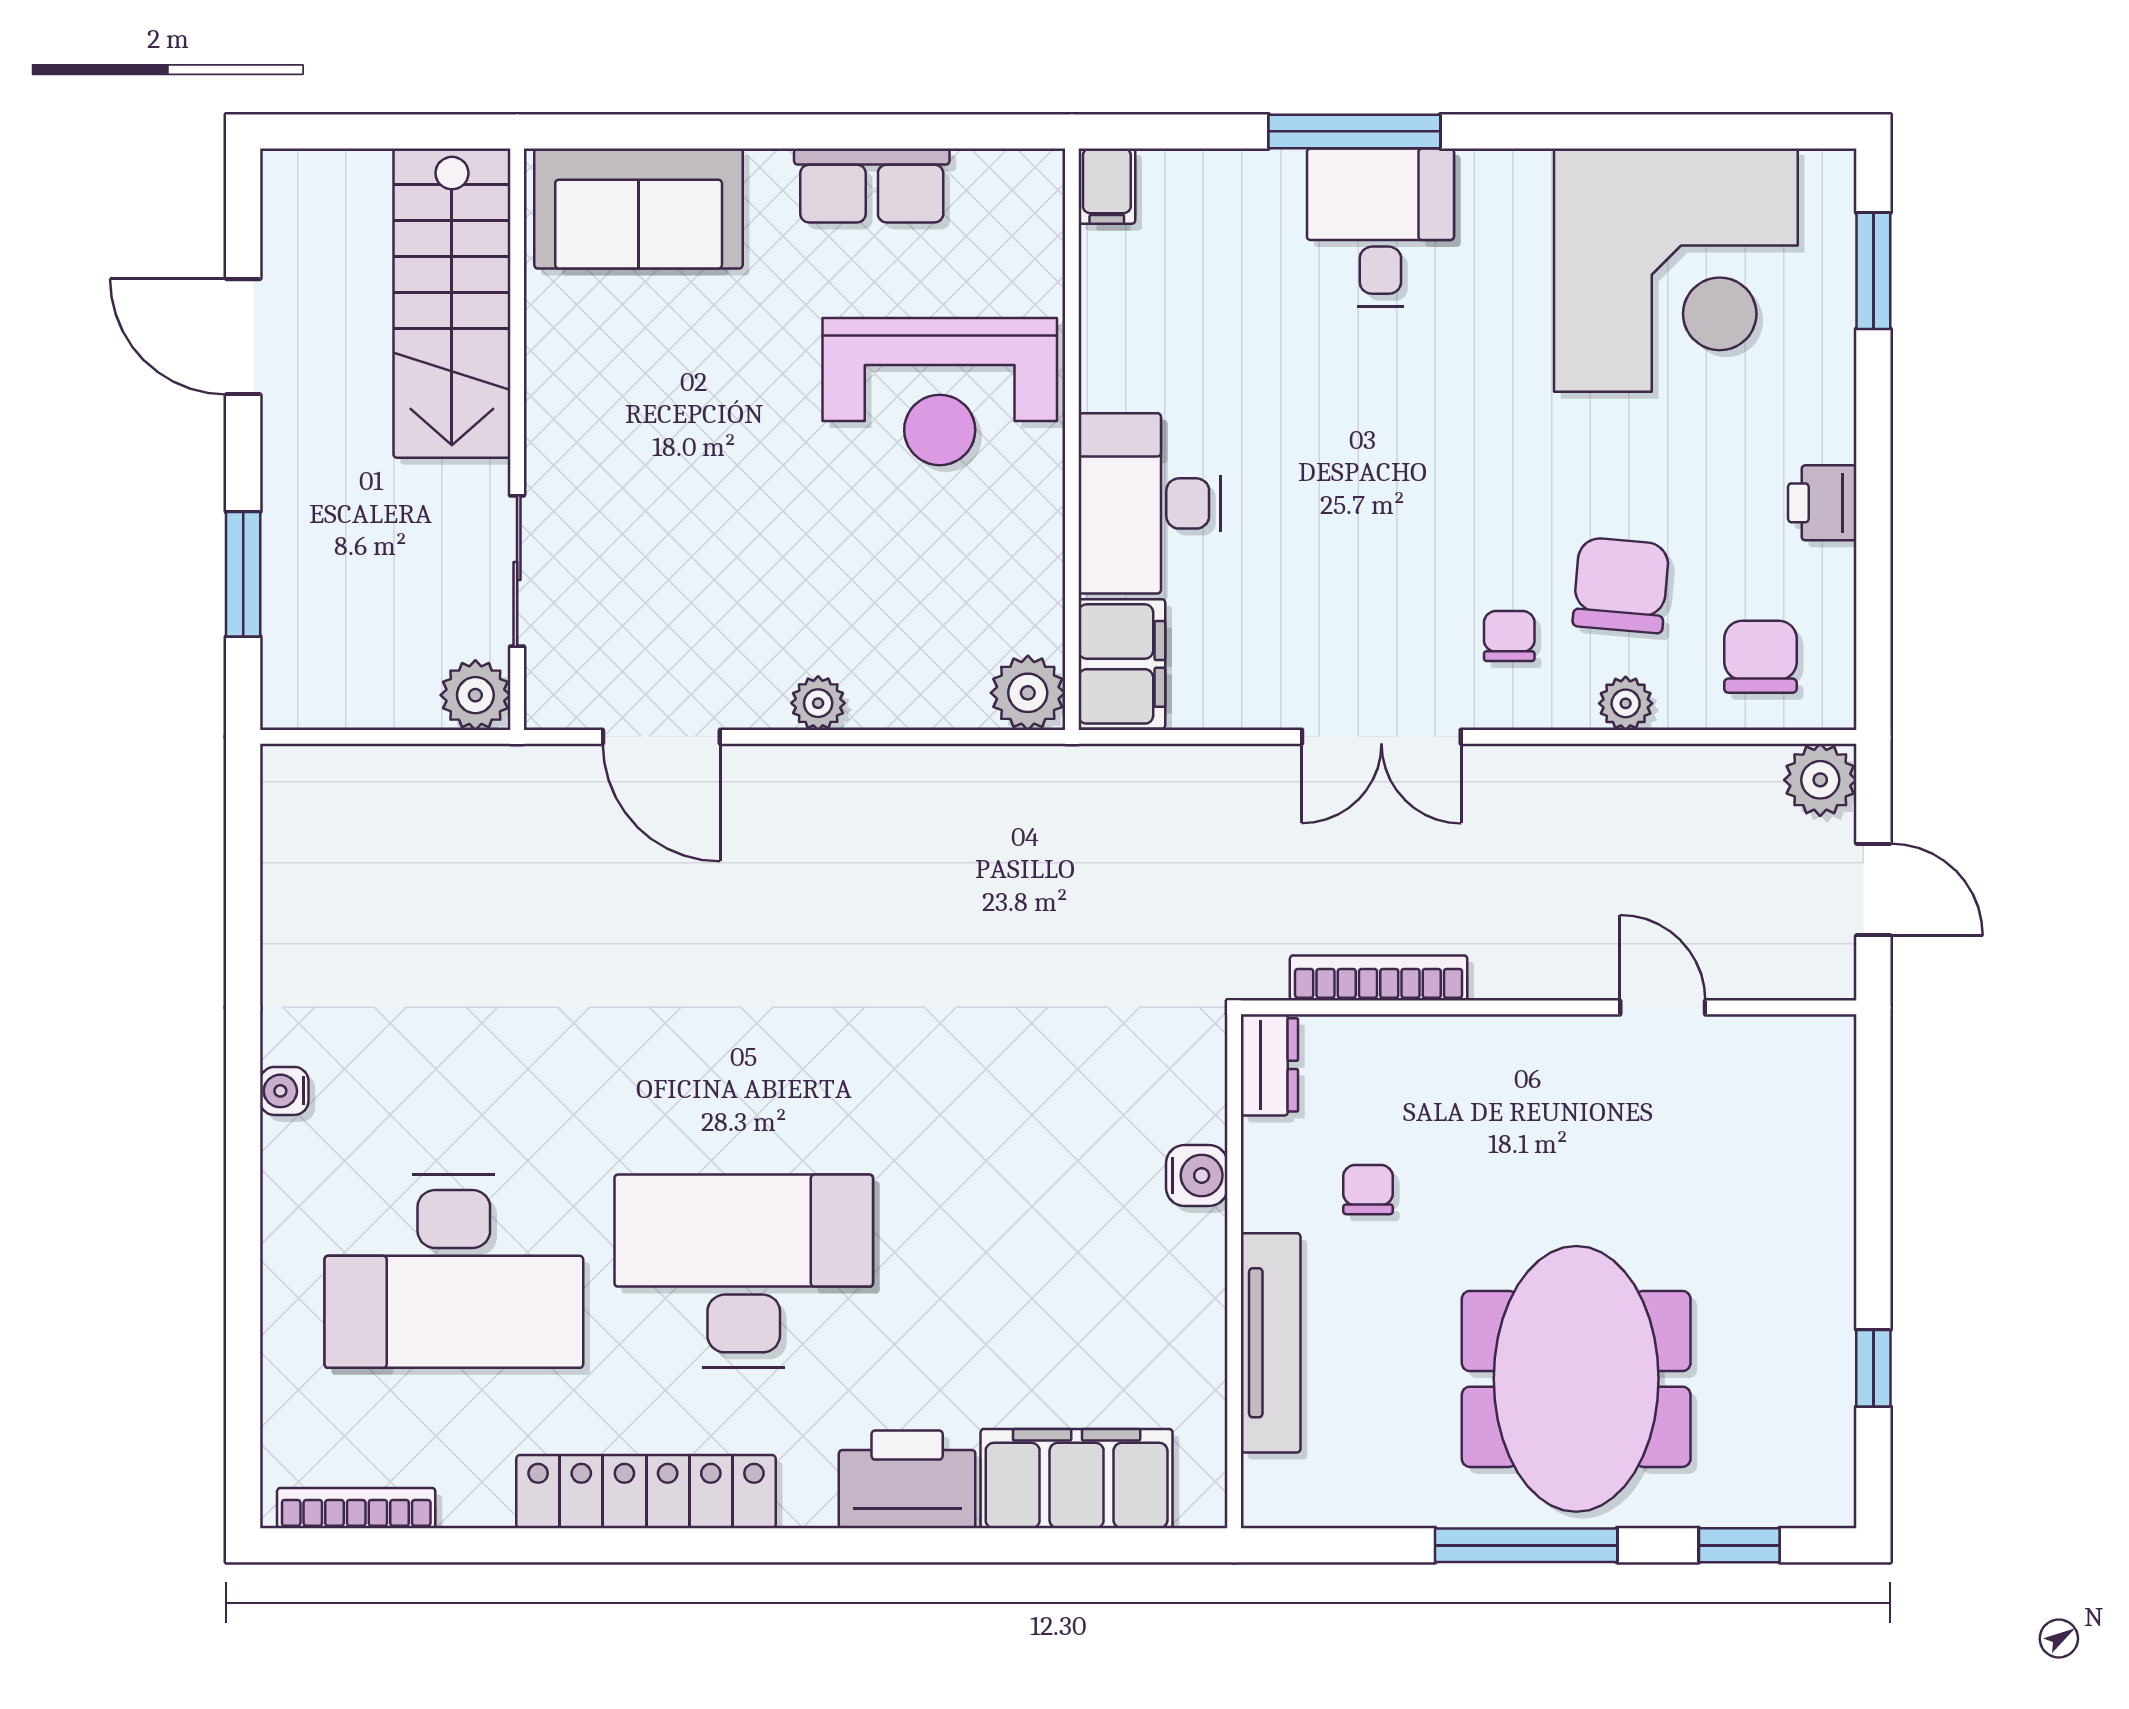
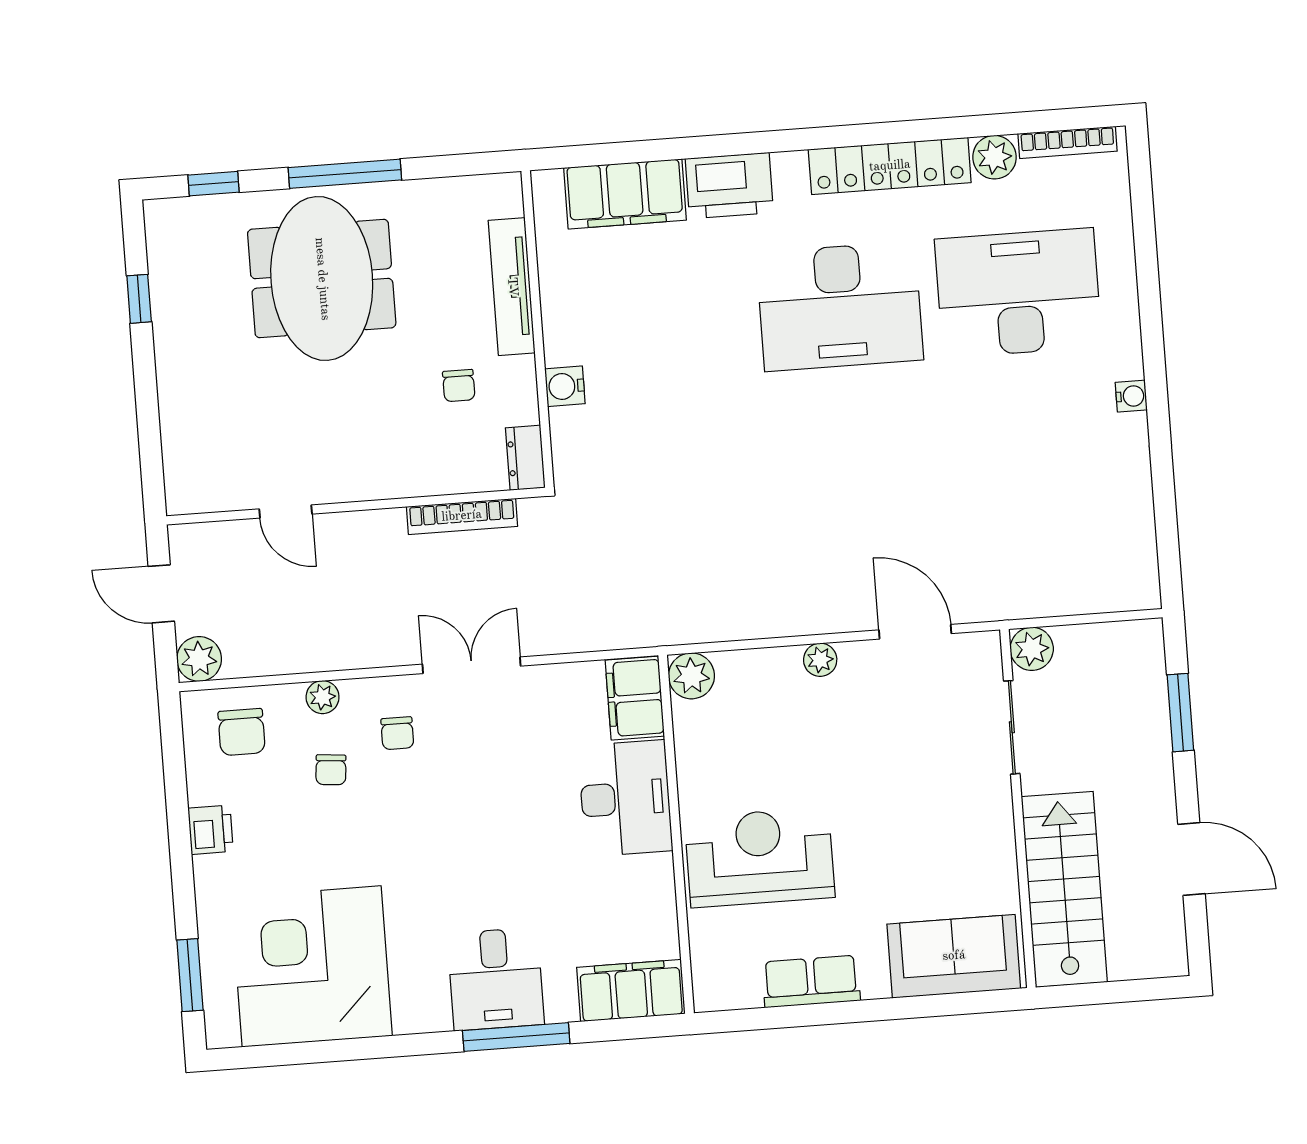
filing cabinet: (1107, 186) -> (631, 991), width x3.00, depth x1.17
chair: (1621, 585) -> (331, 770), width x0.54, depth x0.54
plant: (476, 1493) -> (994, 157), added

